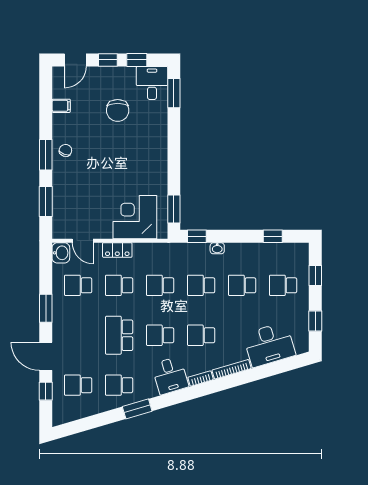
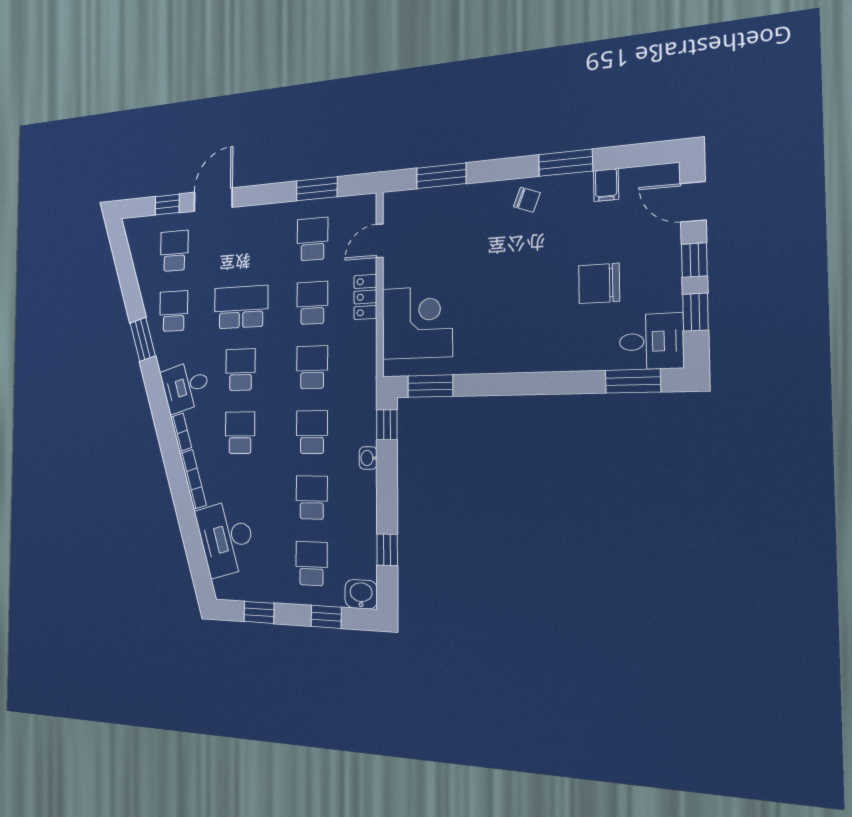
window: (46, 155) -> (566, 163), moved
washbasin: (61, 253) -> (361, 594), moved, turned 180
window: (46, 308) -> (317, 189), moved

